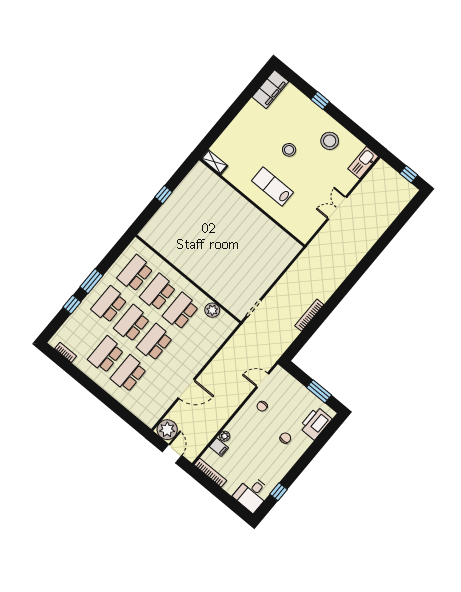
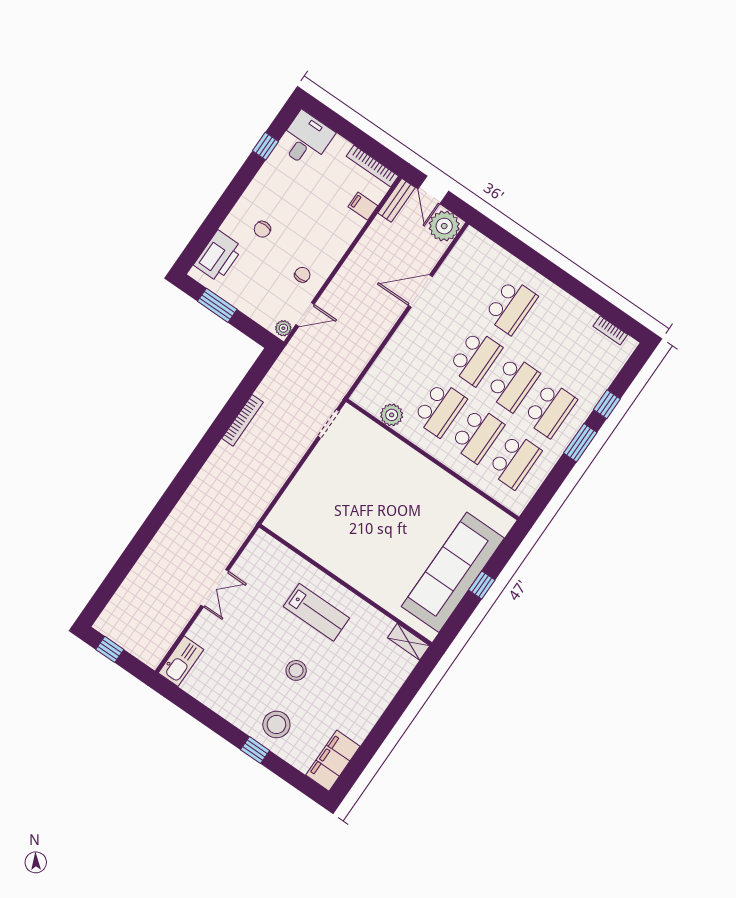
stool: (330, 141) -> (276, 724), moved
sofa: (182, 205) -> (453, 572), added
school desk: (106, 355) -> (548, 332), removed
plant: (225, 436) -> (283, 328), moved
bench: (197, 449) -> (396, 200), added

